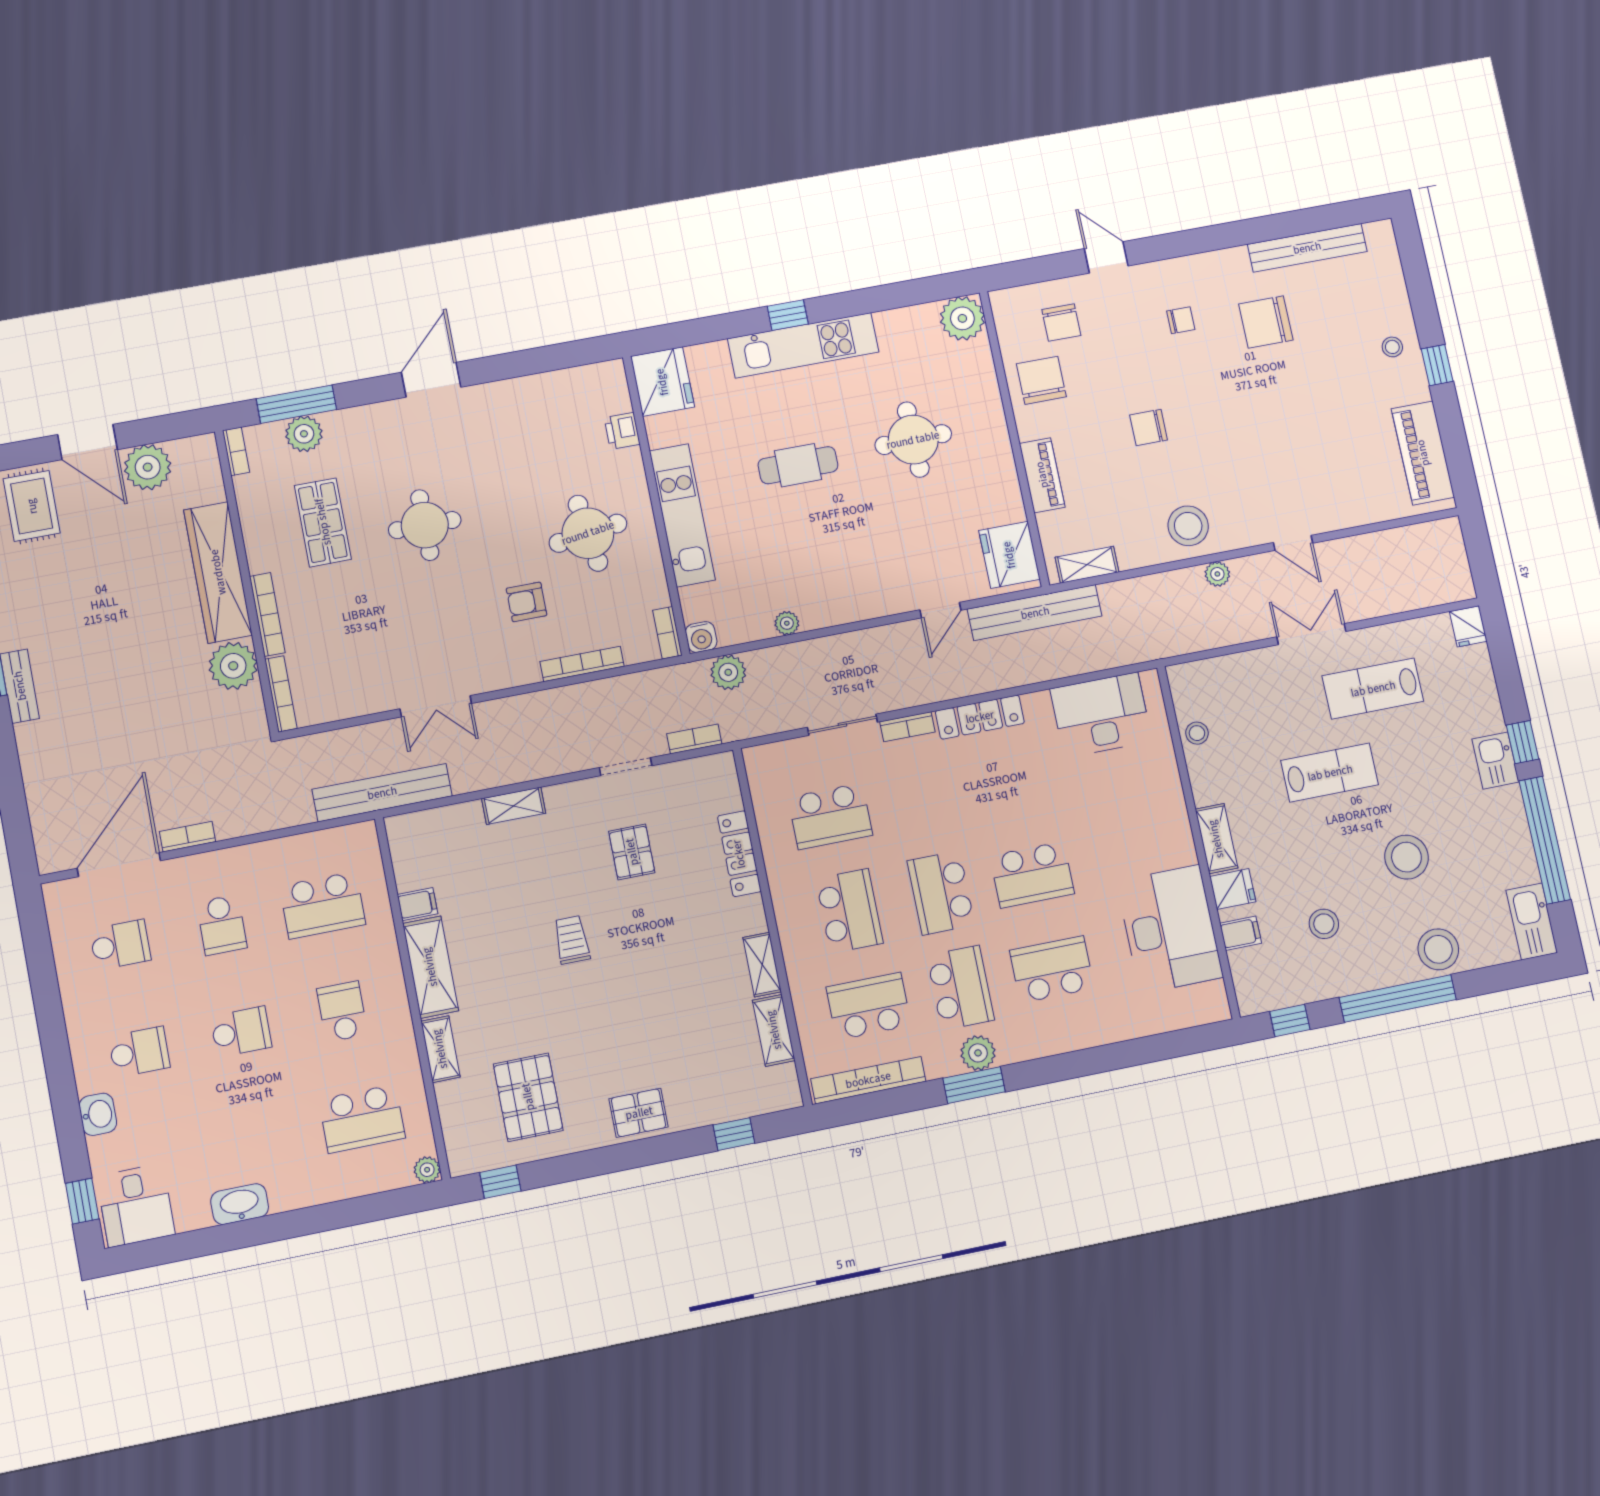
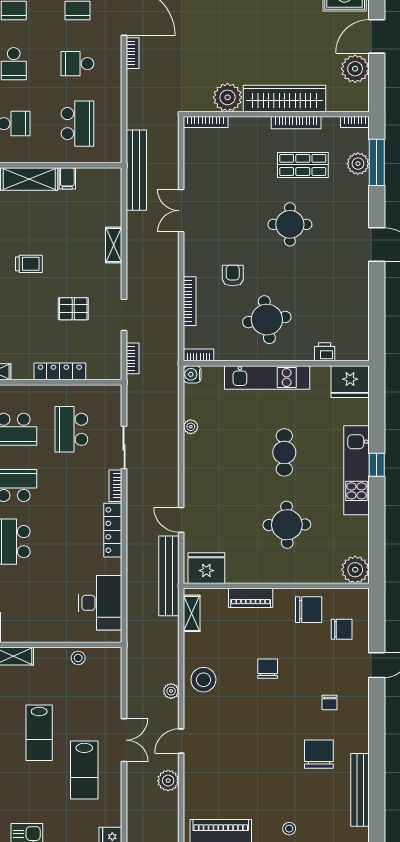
chair: (1061, 322) -> (342, 629), turned 180
bookcase: (267, 614) -> (296, 123), moved
plant: (728, 672) -> (168, 781), moved
lab bench: (1373, 689) -> (84, 770), turned 180
school desk: (323, 905) -> (77, 124), turned 180

